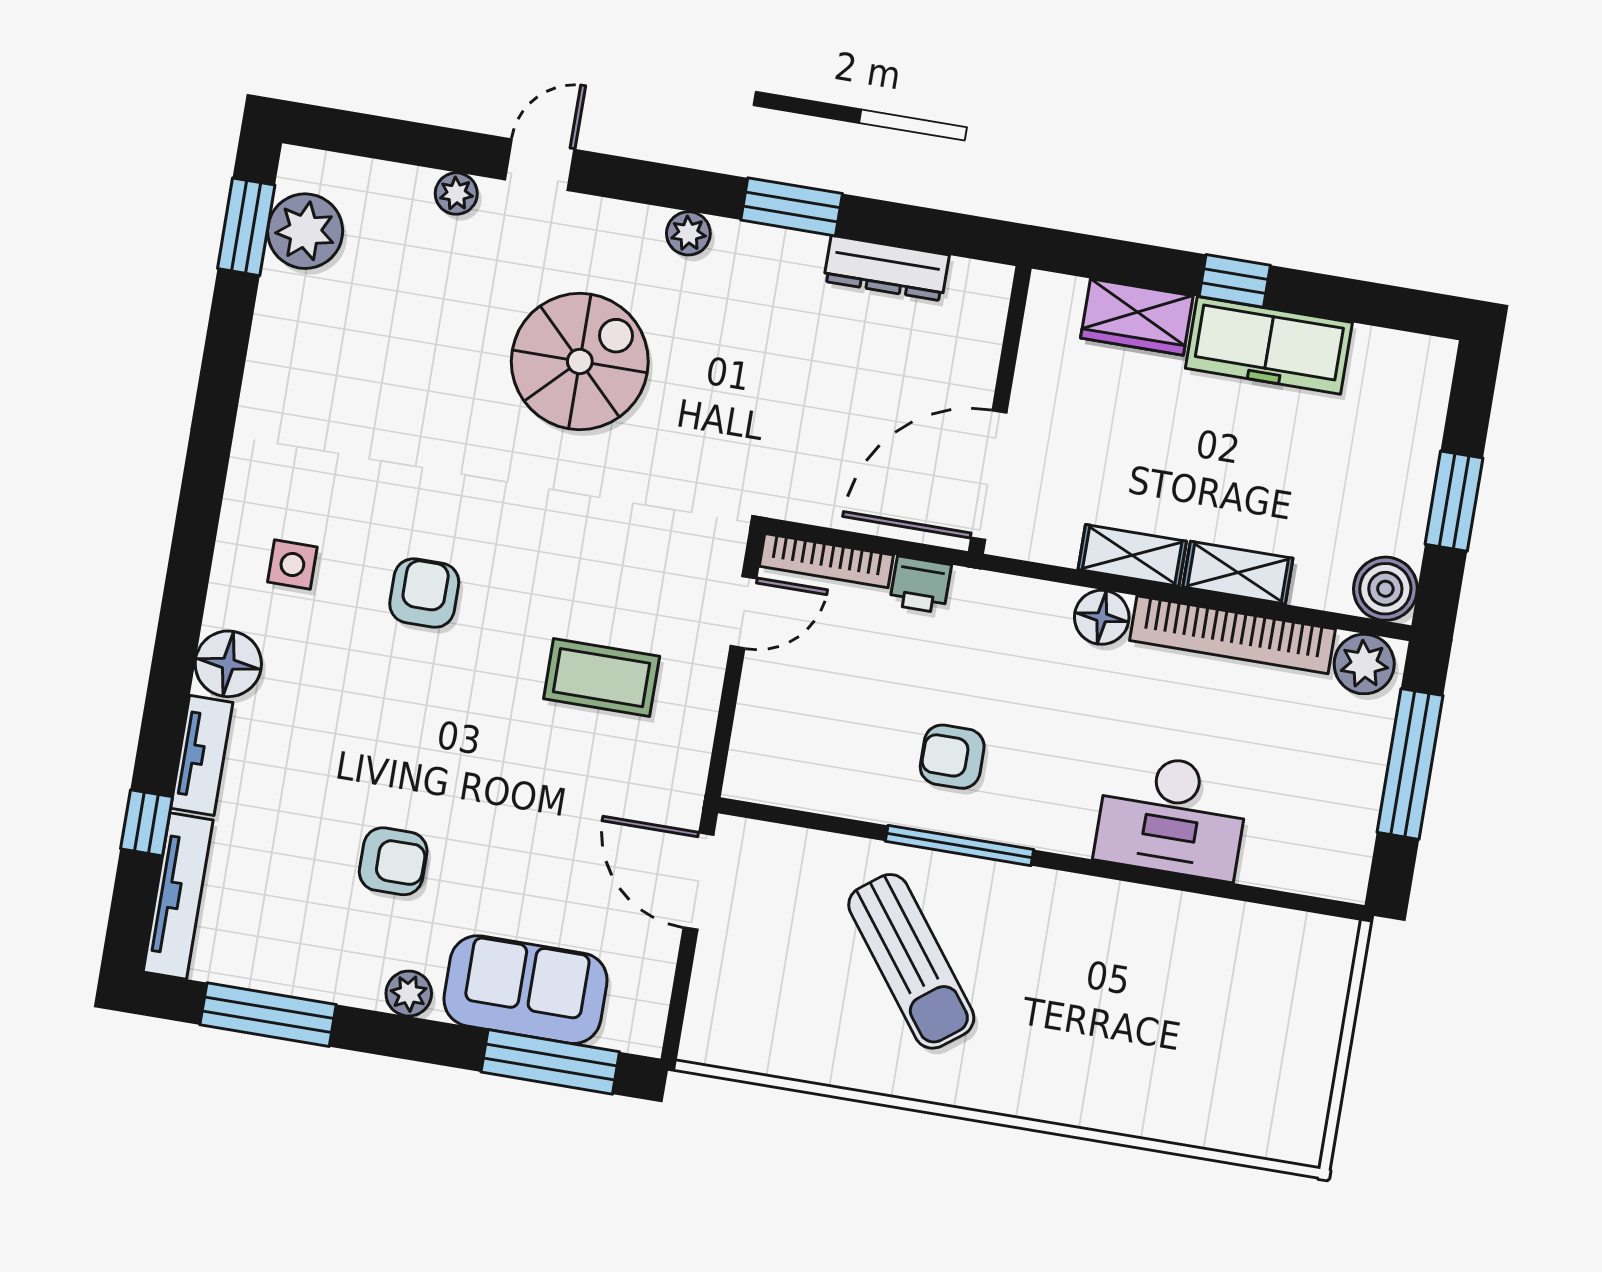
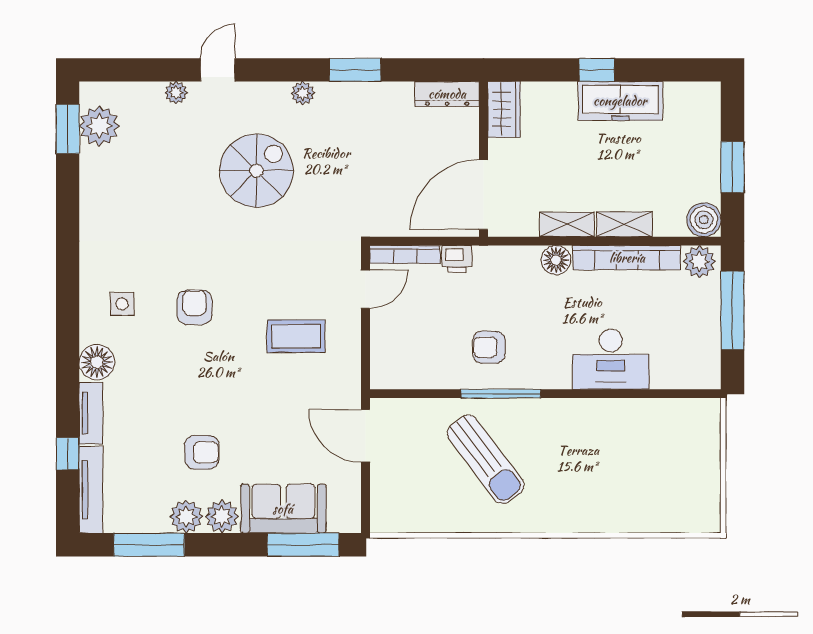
dresser: (886, 268) -> (447, 94), moved
wardrobe: (1137, 317) -> (504, 109), moved, turned -90
plant: (345, 974) -> (186, 517), added
plant: (409, 994) -> (222, 517), width x1.38, depth x1.38

